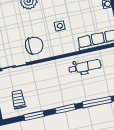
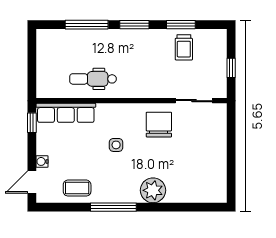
chair: (34, 46) -> (159, 125), turned 90
trolley: (18, 100) -> (184, 47), moved

